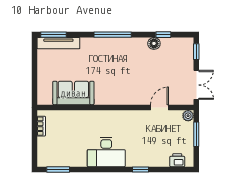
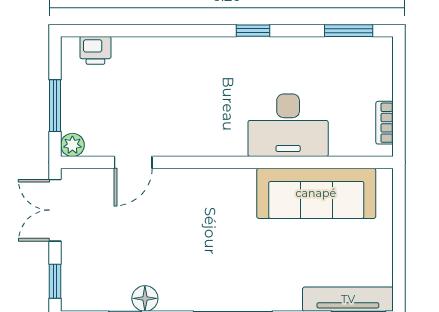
sofa: (73, 93) -> (316, 193), width x1.36
desk: (106, 152) -> (288, 125), moved, turned 180
window: (140, 169) -> (253, 31), moved

